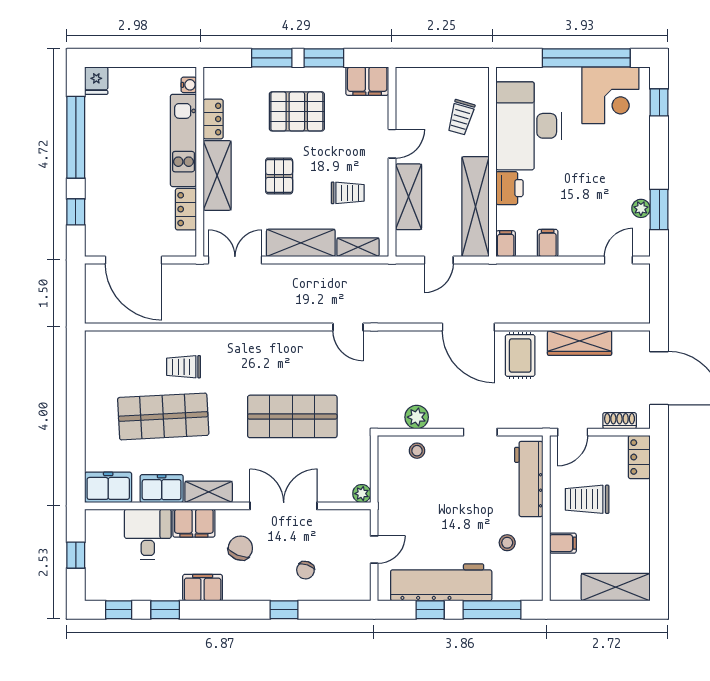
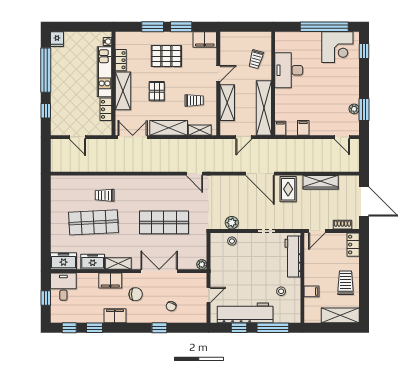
desk: (529, 126) -> (289, 70), width x0.73, depth x0.77
printer: (509, 188) -> (282, 98), removed
door: (133, 260) -> (77, 137), width x0.53
door: (618, 260) -> (342, 137), swing flipped
trolley: (587, 499) -> (346, 283), moved, turned 90
desk: (148, 534) -> (63, 287), moved
chair: (240, 548) -> (136, 294), turned 67

